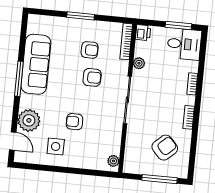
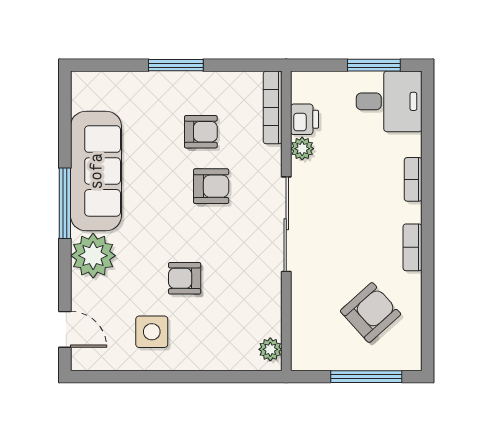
printer: (143, 33) -> (304, 119), moved
plant: (29, 120) -> (93, 256), moved

